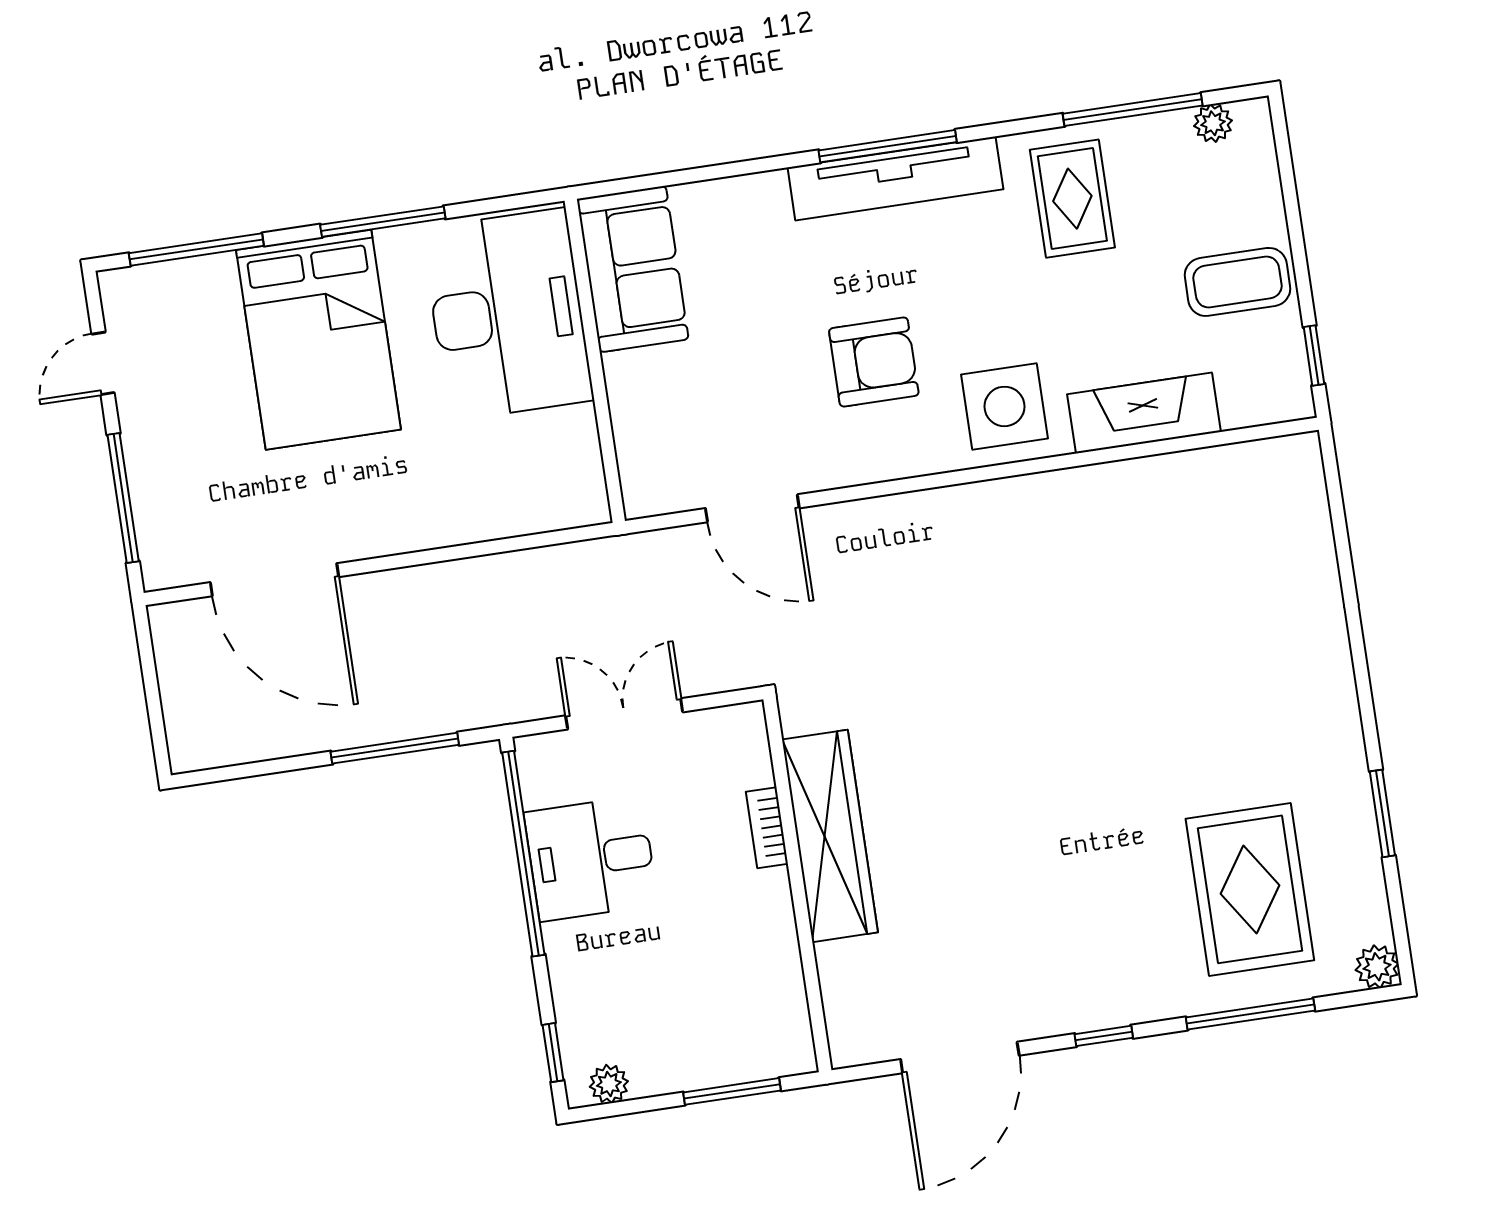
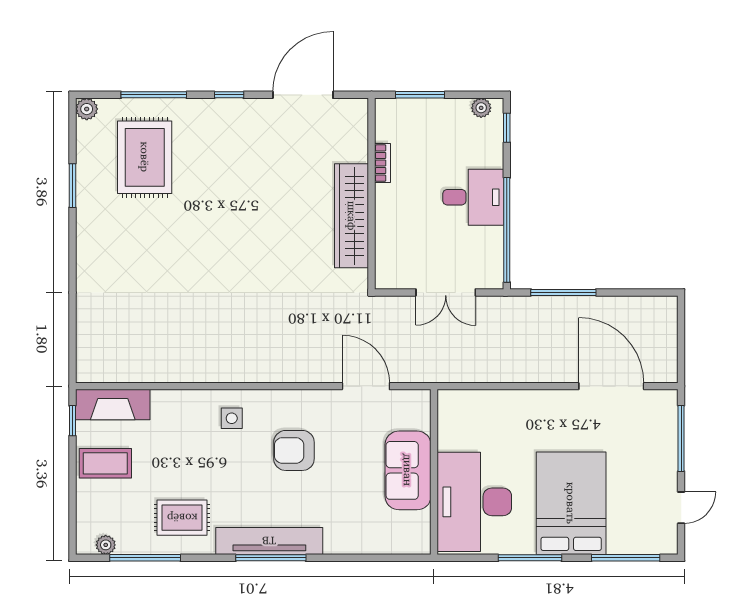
rug: (1072, 199) -> (182, 518), turned 90
sofa: (633, 269) -> (408, 470), moved
side table: (1004, 406) -> (232, 418), width x0.54, depth x0.54
fireplace: (1144, 413) -> (113, 405), moved
bookcase: (767, 828) -> (383, 163), moved
desk: (591, 858) -> (473, 197), moved

